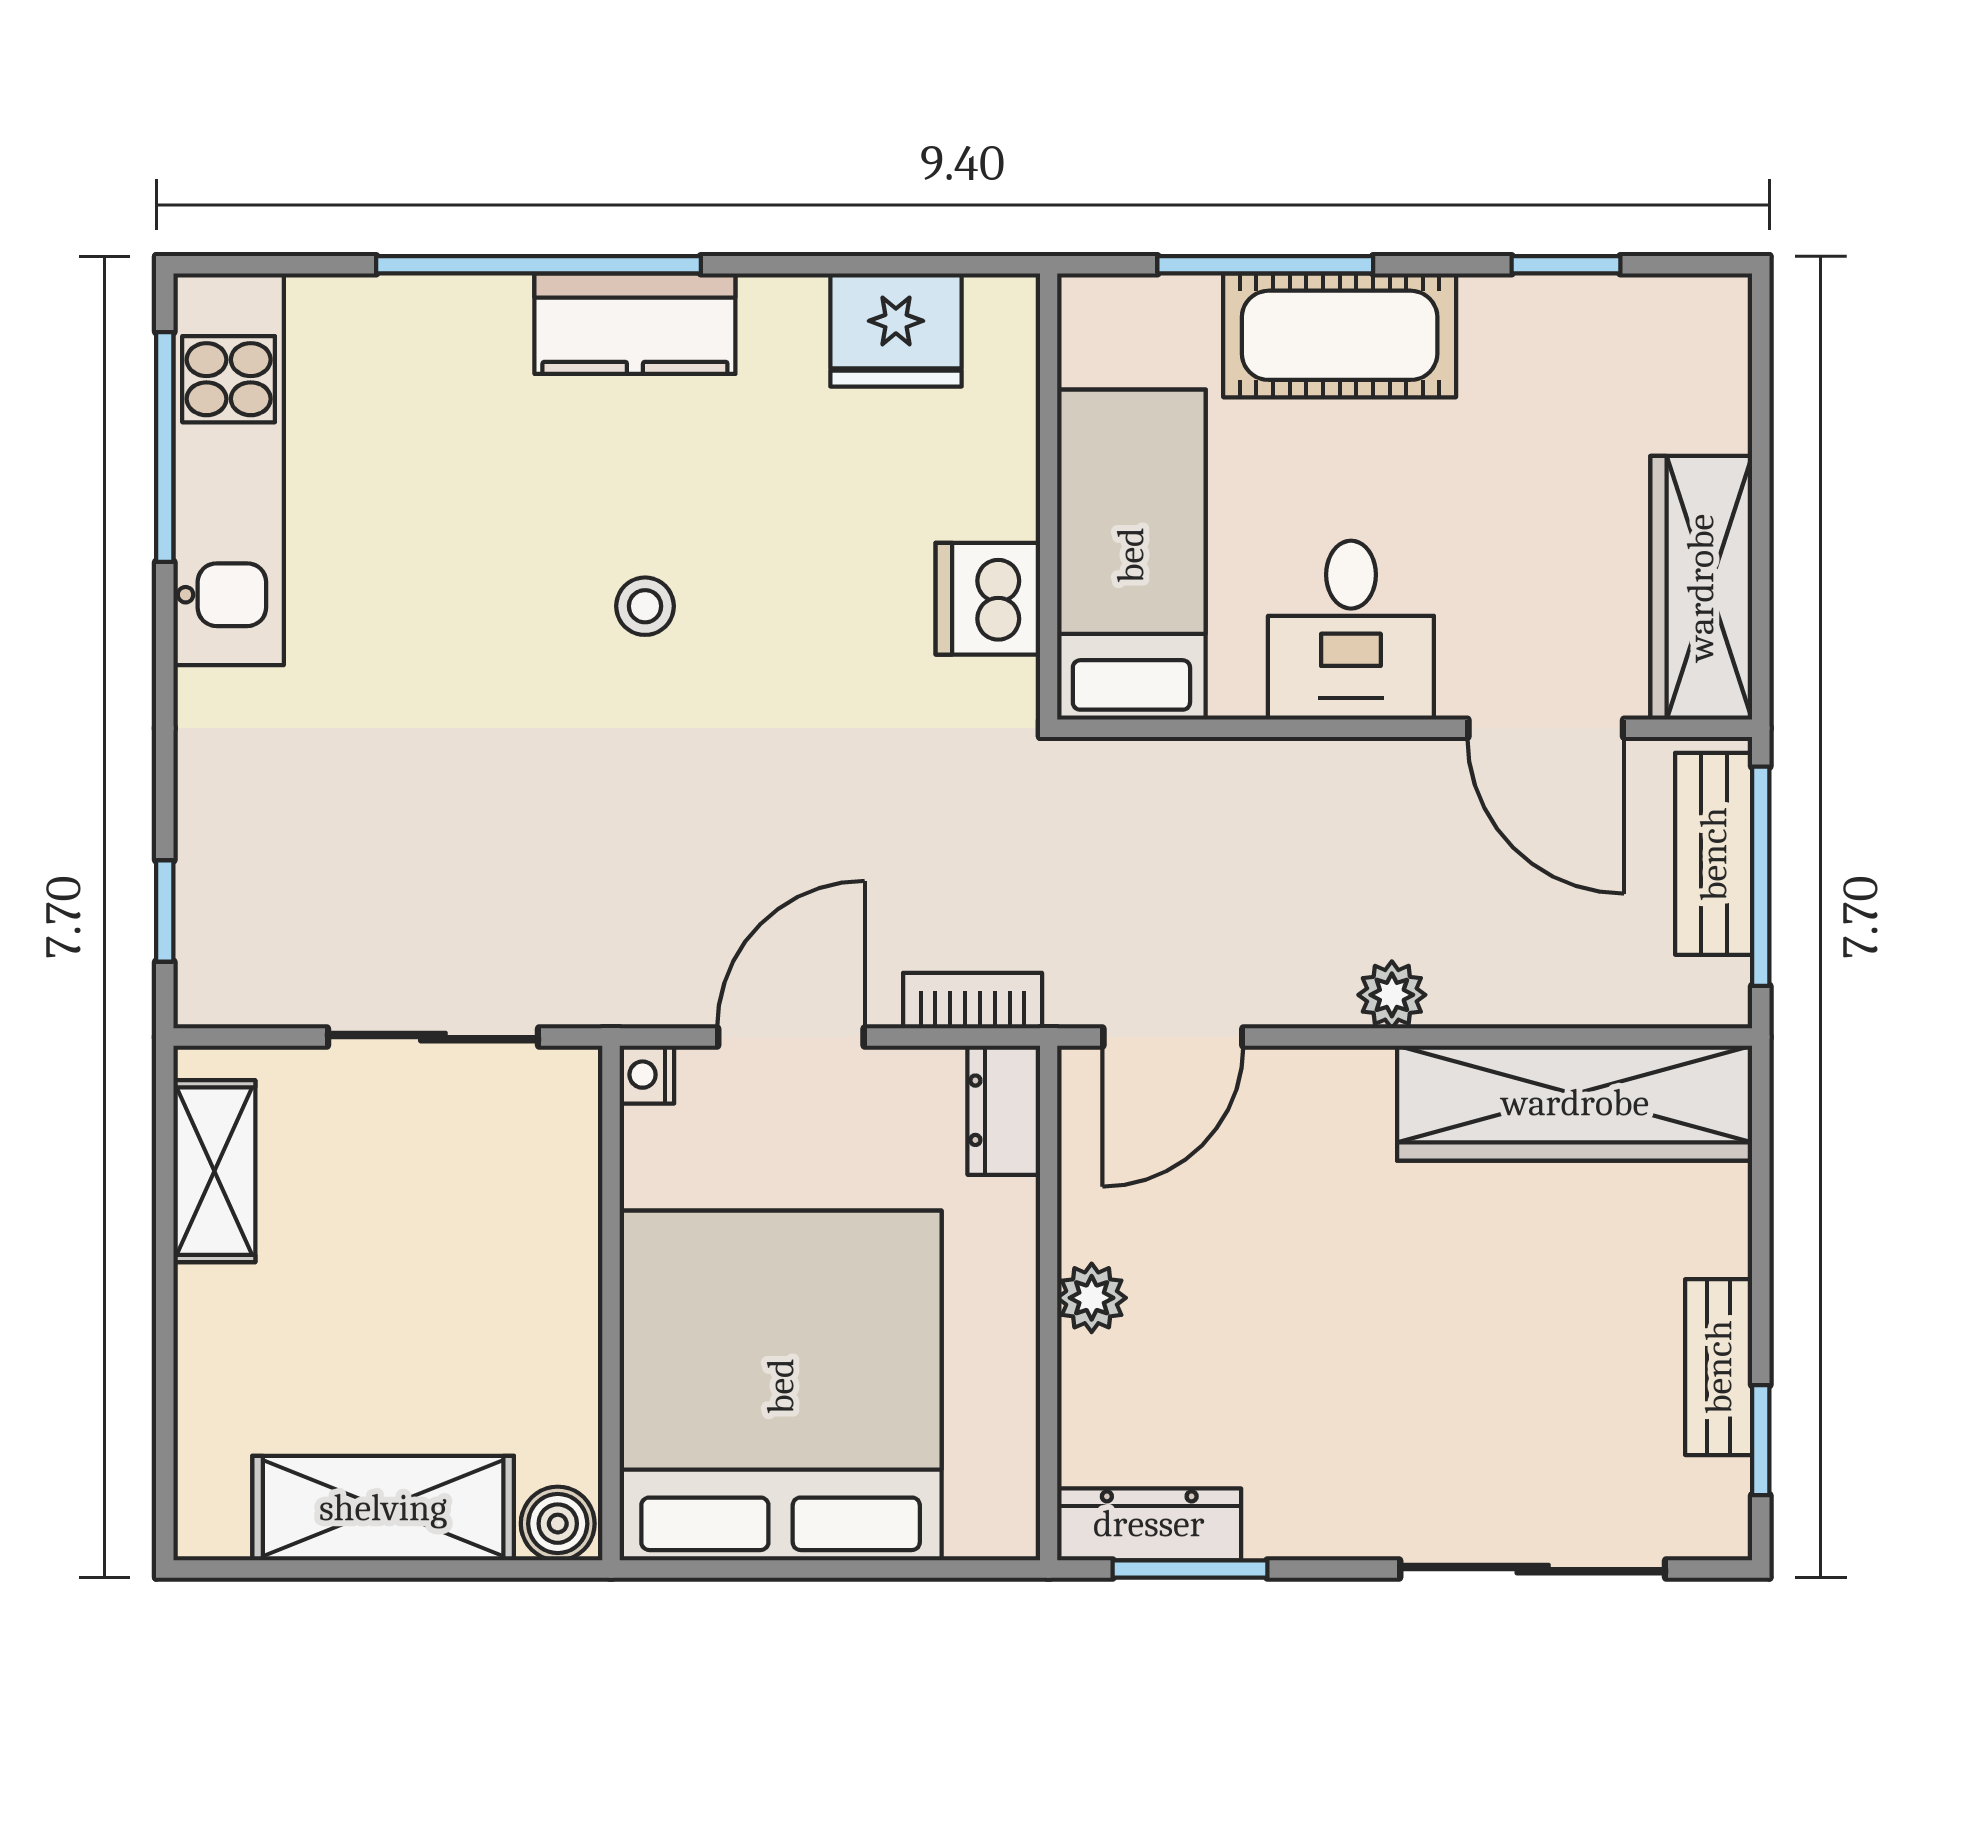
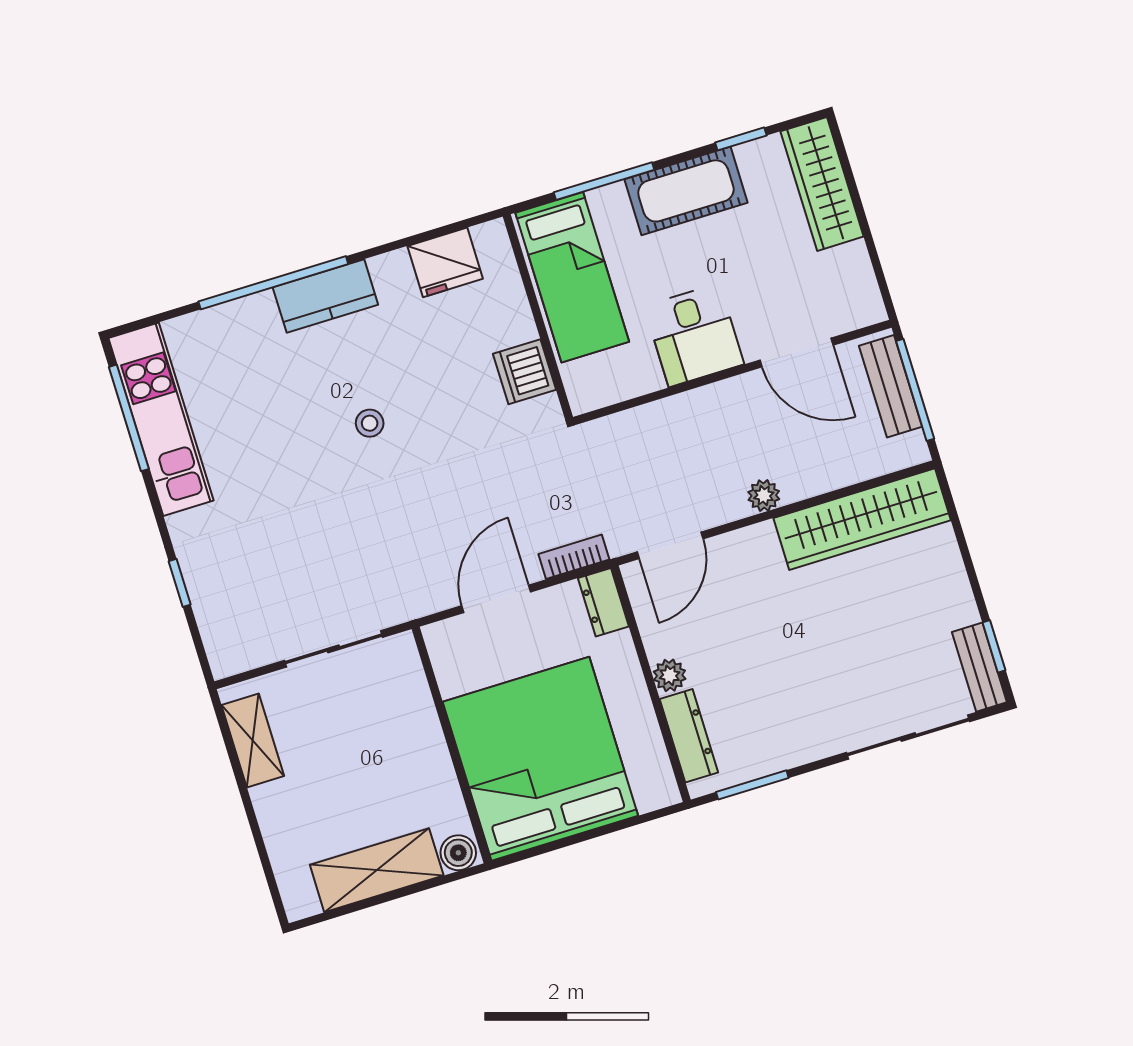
cot: (1340, 335) -> (686, 191), moved
bed: (1131, 555) -> (572, 277), moved, turned 180
wardrobe: (1701, 588) -> (822, 184), moved
window: (165, 911) -> (180, 583), moved
nightstand: (647, 1075) -> (436, 636), removed
bench: (1719, 1367) -> (979, 667), moved
dresser: (1149, 1524) -> (689, 736), moved, turned 90

